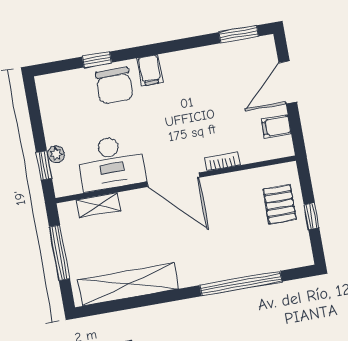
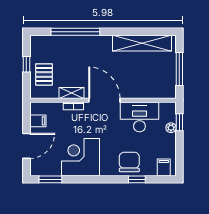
filing cabinet: (150, 70) -> (164, 167), moved
corner desk: (196, 79) -> (80, 157), added
shelving: (99, 205) -> (72, 93), moved

